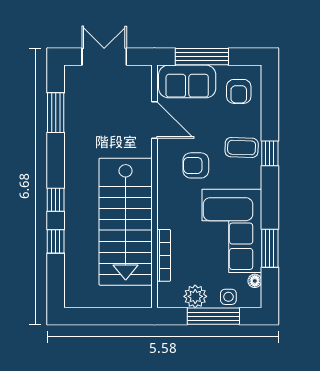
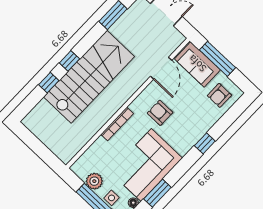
coffee table: (242, 148) -> (193, 126), removed
stairs: (126, 222) -> (89, 77), moved, turned 180
bookcase: (164, 255) -> (117, 124), moved

